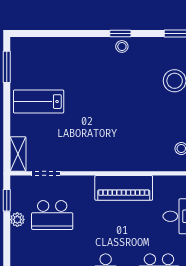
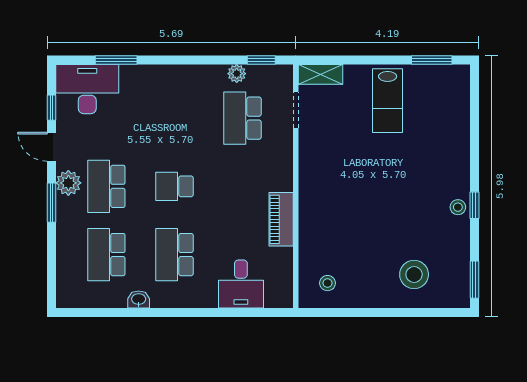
lab bench: (39, 102) -> (388, 101), turned 180
piano: (124, 188) -> (281, 219), width x0.73, depth x0.75

